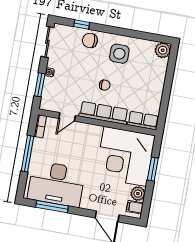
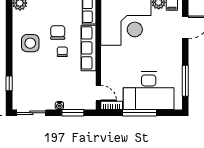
chair: (90, 40) -> (58, 32), moved, turned 180
door: (67, 117) -> (98, 93), moved
desk: (56, 184) -> (149, 91), moved, turned 90

